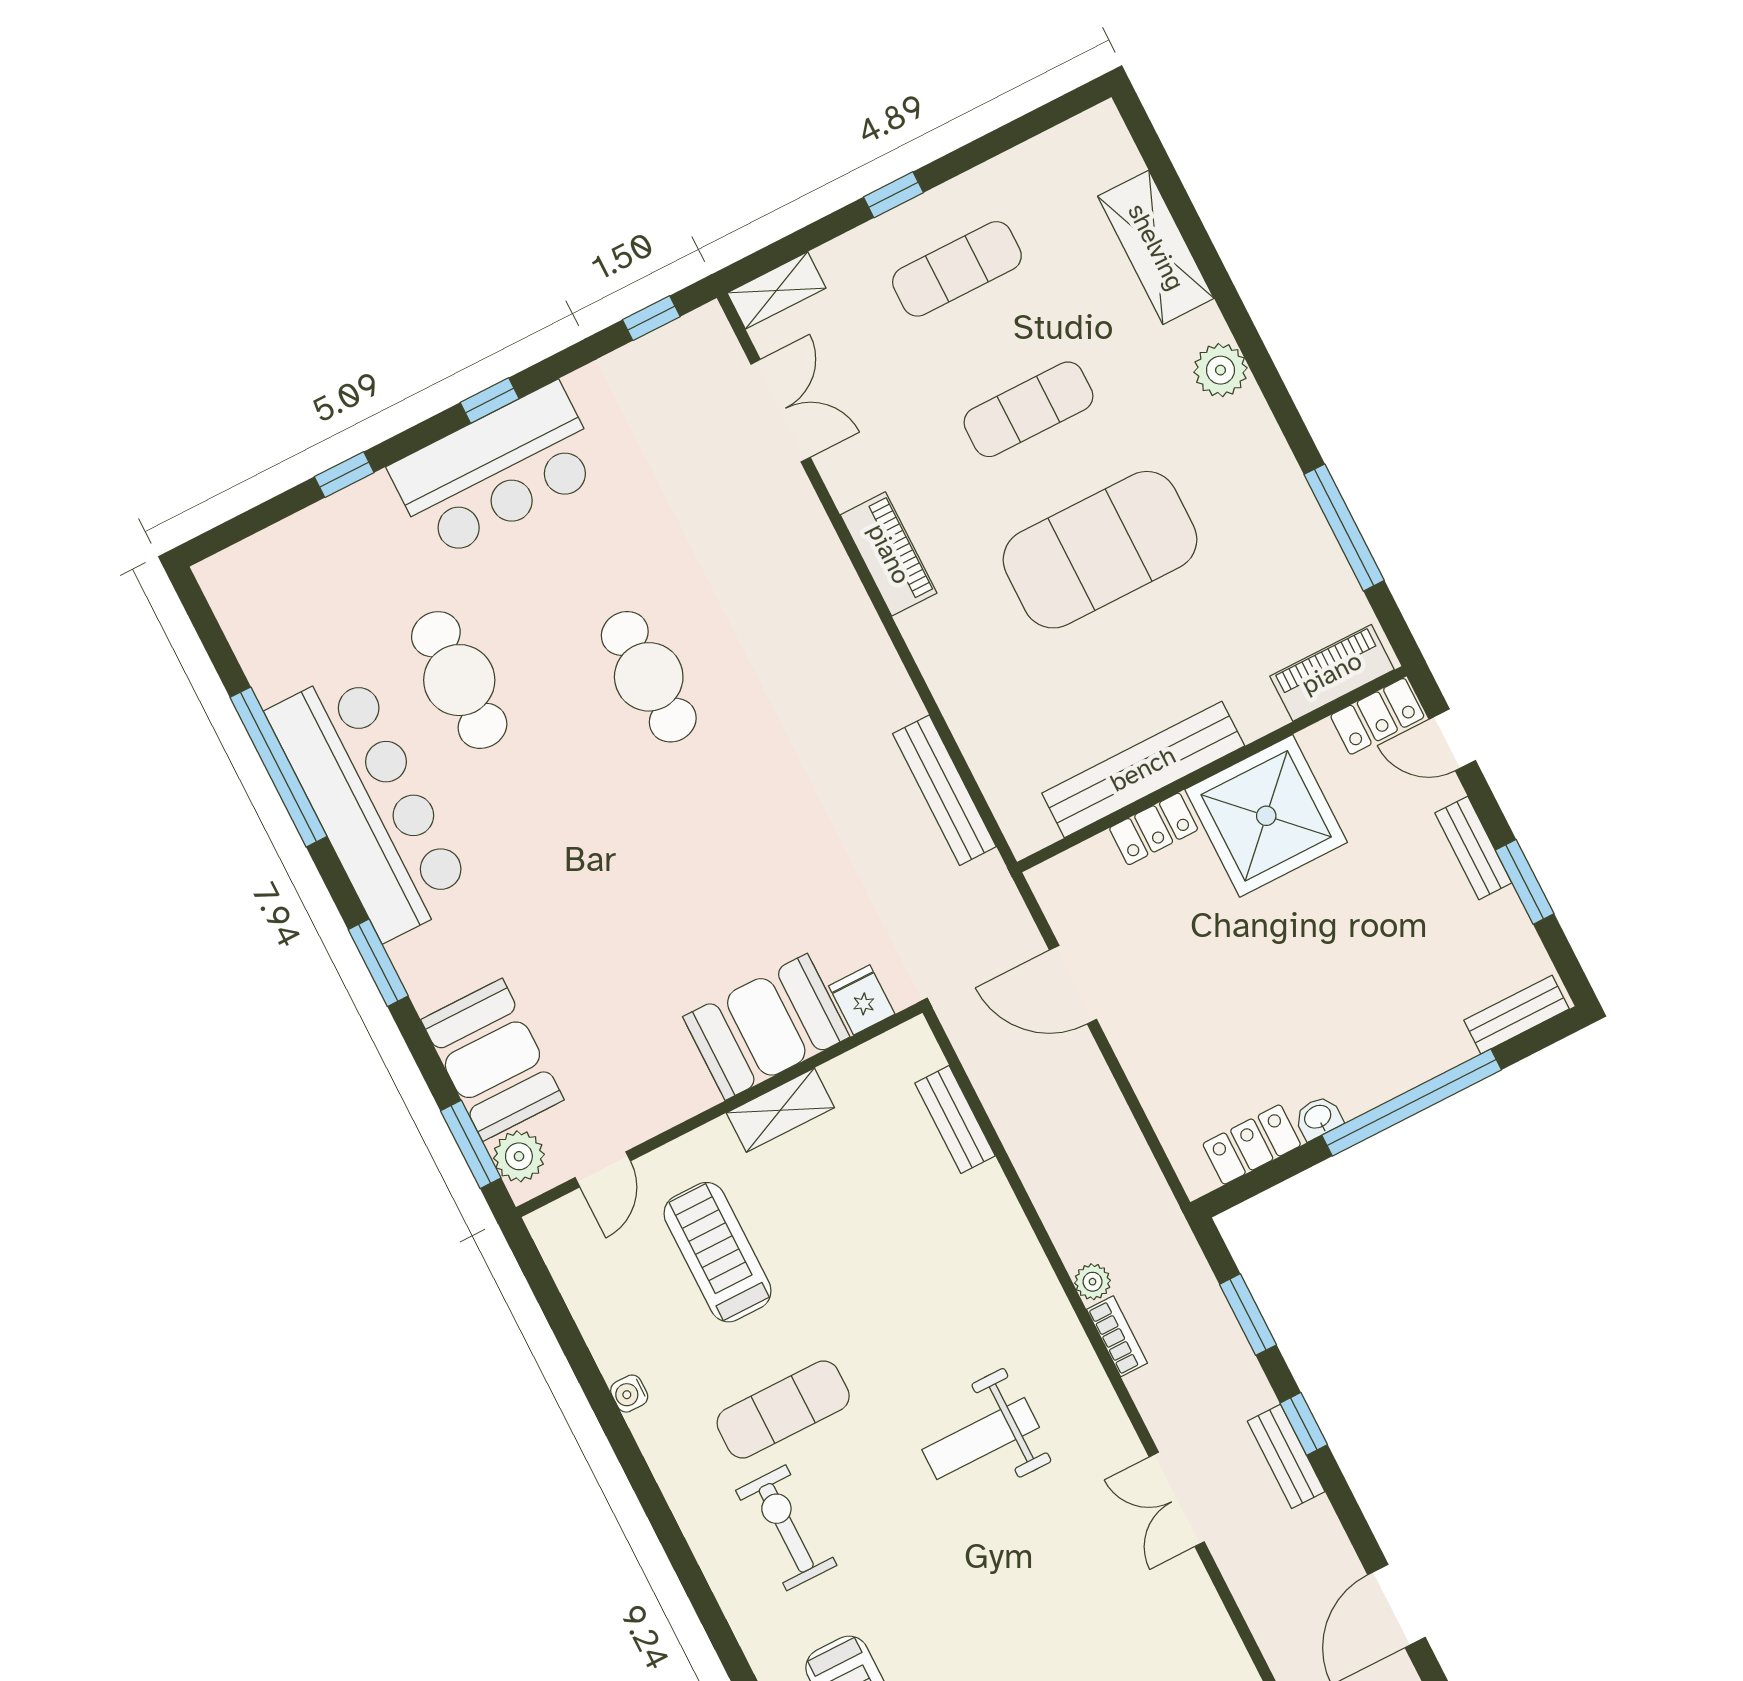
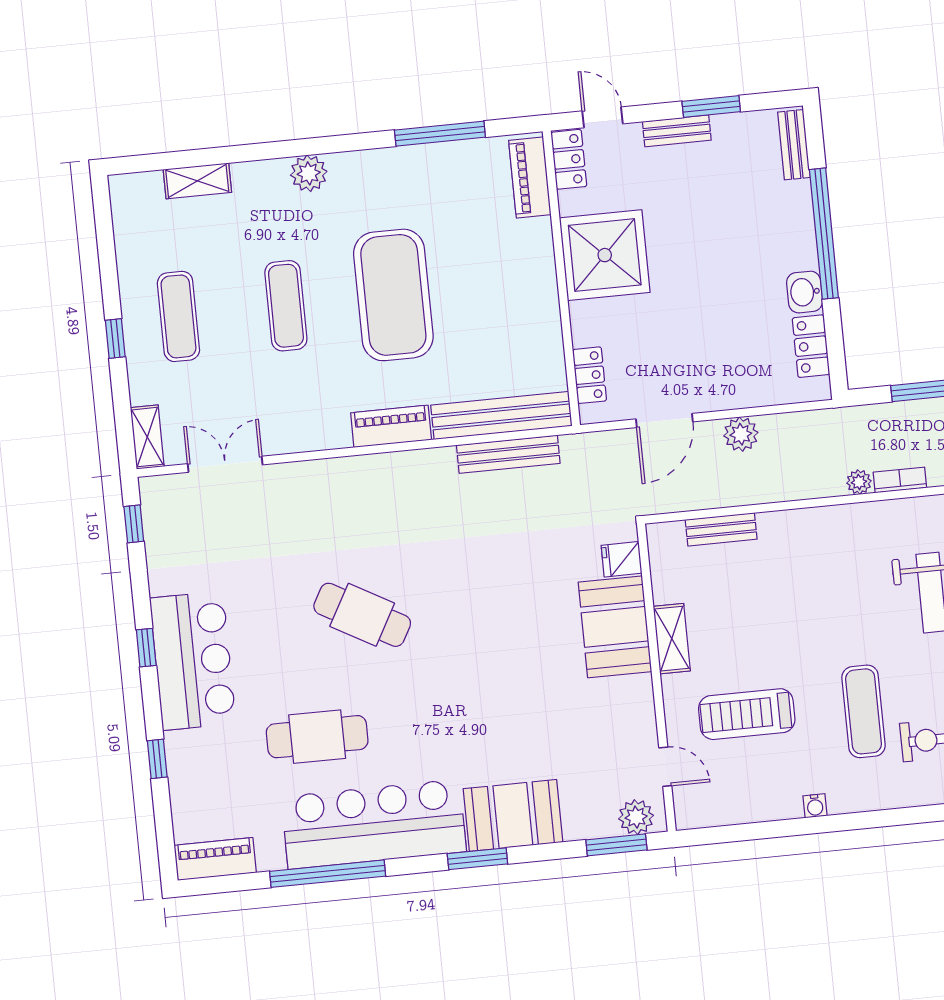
shelving: (1156, 247) -> (197, 181), width x0.67, depth x0.75
piano: (889, 554) -> (391, 426), moved
piano: (239, 606) -> (215, 859), added
cafe table: (649, 677) -> (362, 615), turned 31
door: (1452, 740) -> (602, 117), swing flipped
bench: (1143, 769) -> (501, 415), moved, turned 90
locker: (1154, 829) -> (589, 375), moved
booth: (492, 1060) -> (513, 815), moved
plant: (1095, 1096) -> (741, 434), added
washbasin: (1318, 1118) -> (805, 292), width x1.38, depth x1.45

